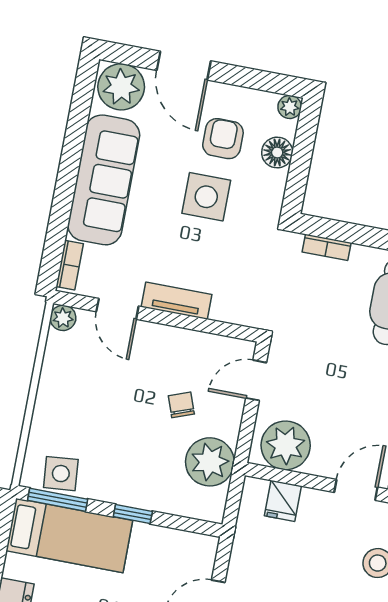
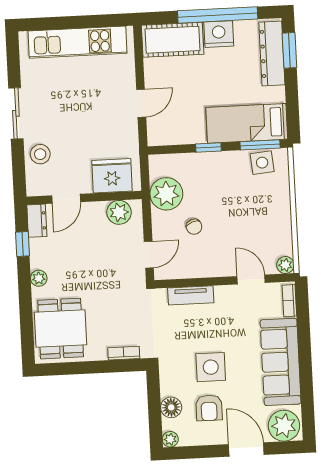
tv unit: (176, 301) -> (191, 295), moved
plant: (286, 445) -> (119, 212), width x0.73, depth x0.73
fridge: (283, 501) -> (112, 176), width x1.88, depth x1.34

